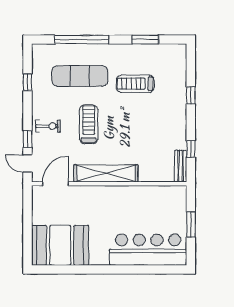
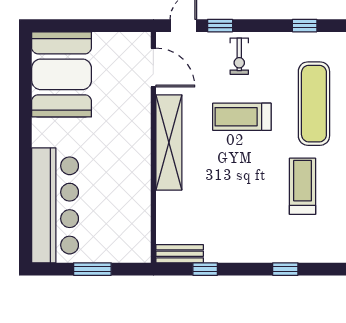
treadmill: (89, 124) -> (242, 117), turned 180

